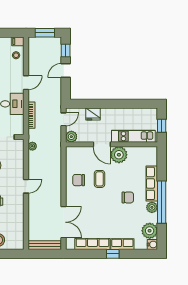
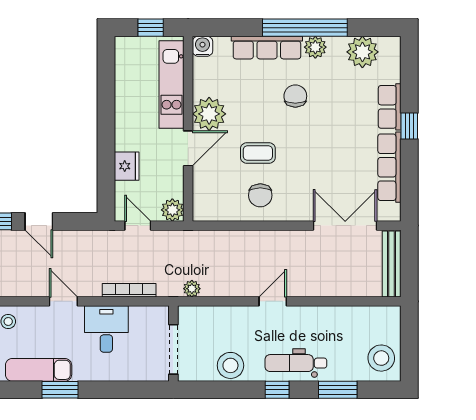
door: (26, 186) -> (273, 301), hinge flipped
water cooler: (152, 244) -> (203, 46), moved

